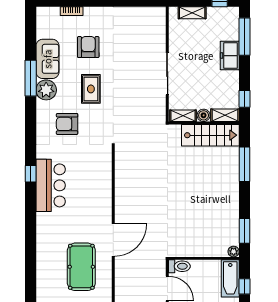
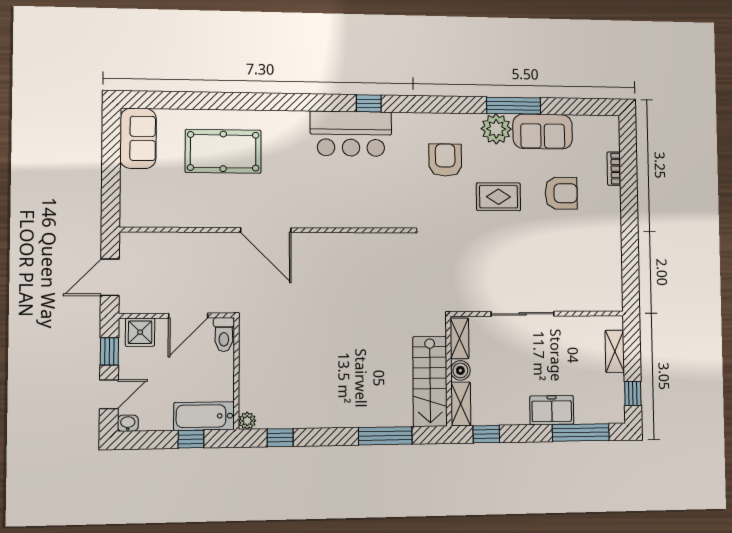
window: (244, 231) -> (280, 438), width x0.67
pool table: (81, 267) -> (223, 151), moved

